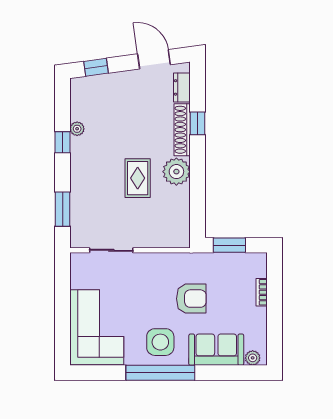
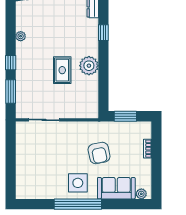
shoe rack: (182, 130) -> (93, 37), removed
window: (63, 142) -> (11, 63), moved
armchair: (191, 299) -> (99, 153), turned 78
corner sofa: (97, 327) -> (34, 173), removed

